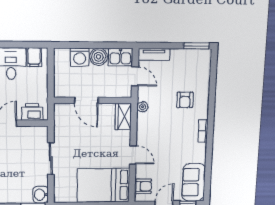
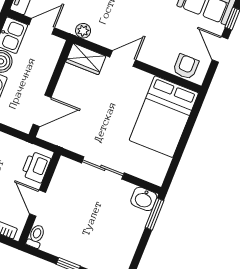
door: (86, 100) -> (42, 111), moved
door: (133, 155) -> (123, 59), moved

